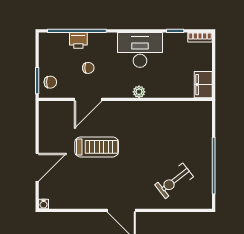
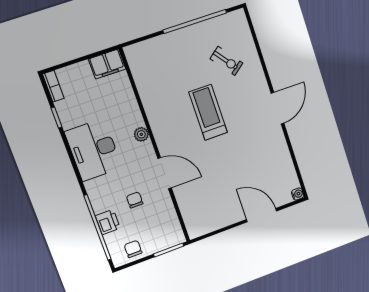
chair: (50, 82) -> (133, 249), moved
door: (88, 99) -> (165, 173), moved
treadmill: (97, 147) -> (208, 112), moved
exercise bike: (174, 181) -> (227, 61), width x0.73, depth x0.72

